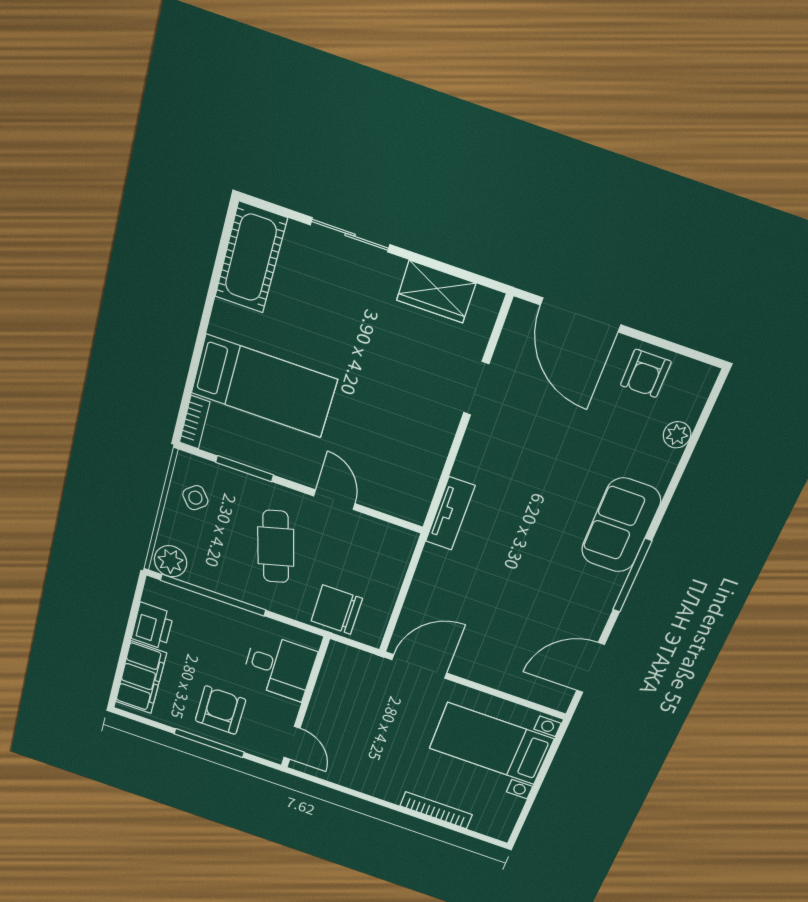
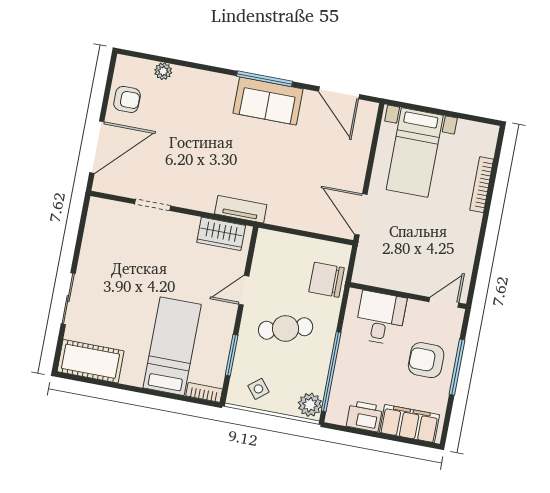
wardrobe: (436, 292) -> (221, 234), moved, turned 90
sofa: (621, 525) -> (268, 101), moved
chair: (337, 610) -> (327, 280), turned 90

